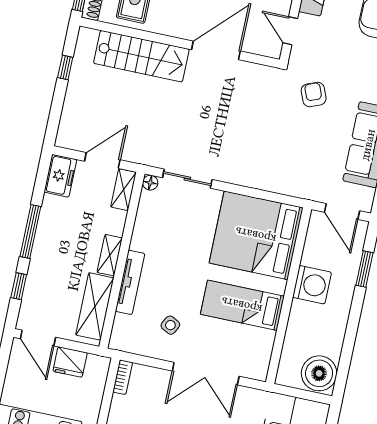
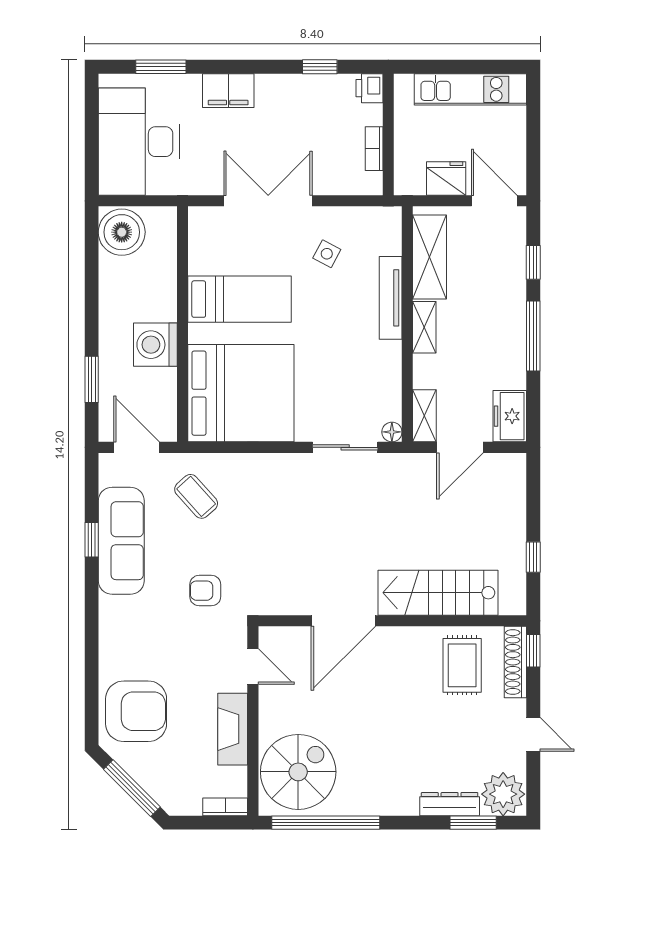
armchair: (314, 94) -> (205, 591), turned 112
coffee table: (306, 166) -> (196, 496), added
bookcase: (123, 377) -> (374, 149), moved

